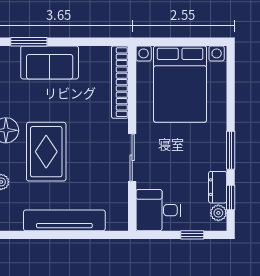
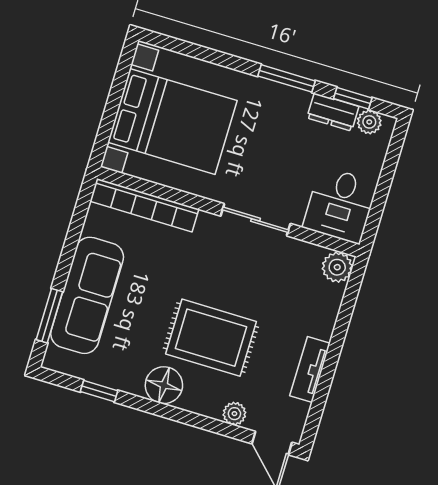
sofa: (50, 62) -> (87, 295), width x1.36
tv unit: (64, 220) -> (310, 370), width x0.52, depth x0.78
plant: (117, 220) -> (337, 267), added
window: (192, 235) -> (389, 168), removed

